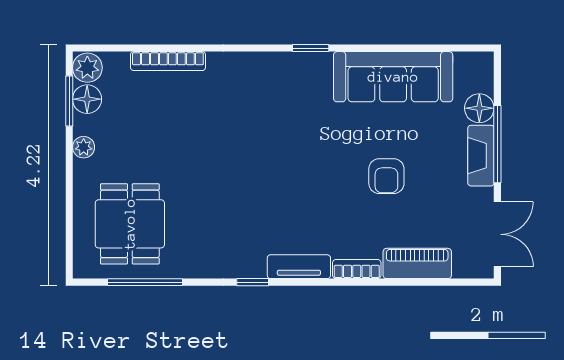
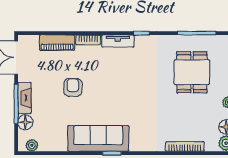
plant: (467, 63) -> (32, 145), added
sofa: (393, 77) -> (98, 138), moved
dining table: (130, 224) -> (192, 72), moved

